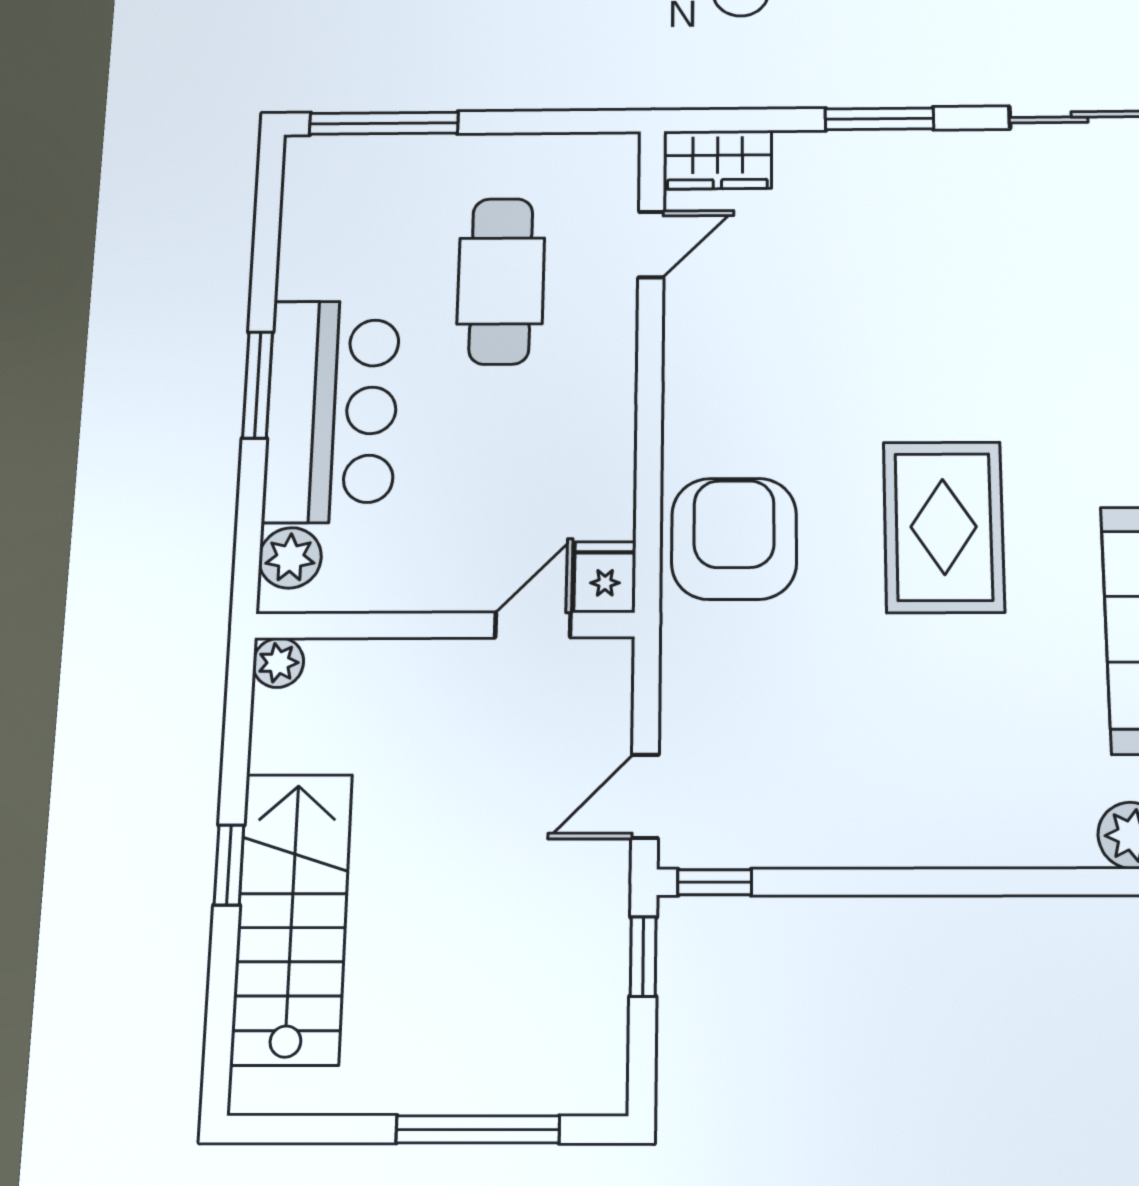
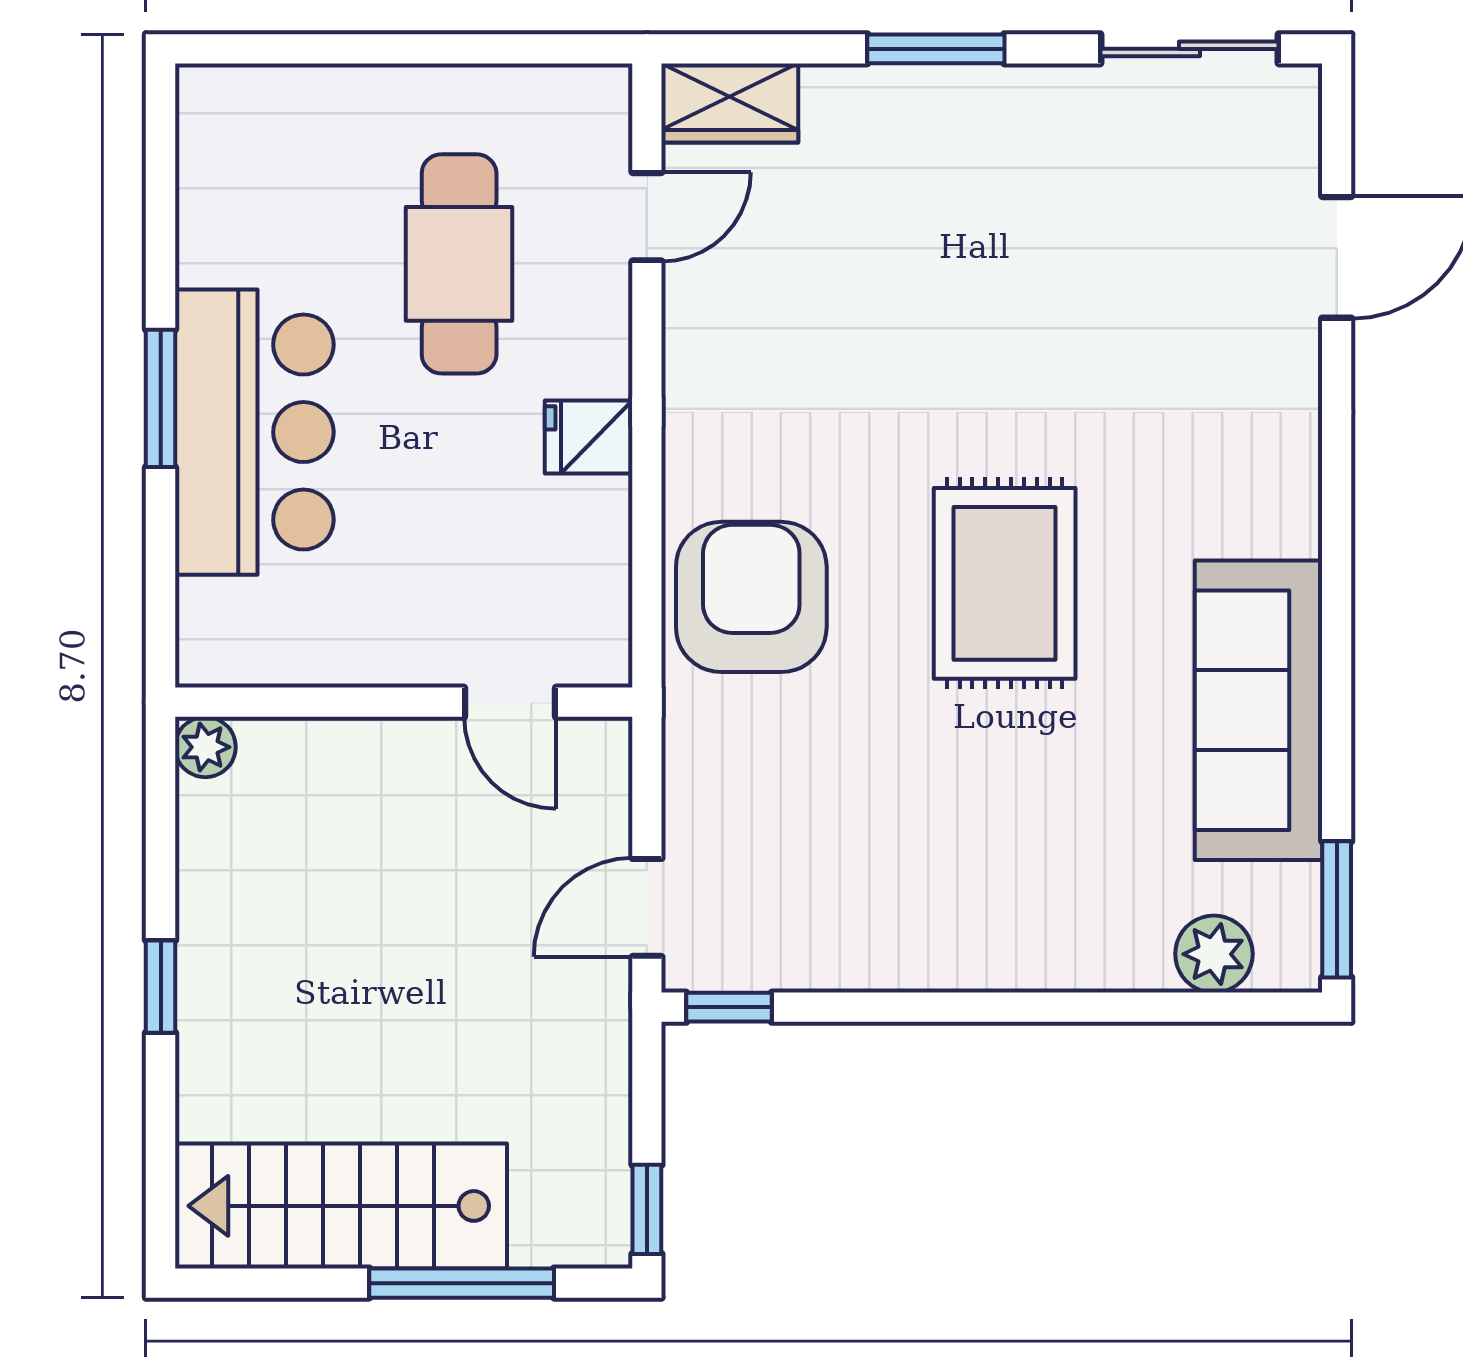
window: (384, 123) -> (303, 49), removed
plant: (290, 558) -> (213, 618), removed
fridge: (605, 577) -> (589, 437), moved, turned -90
door: (533, 625) -> (510, 702), swing flipped
stairs: (292, 918) -> (341, 1206), moved, turned -90
window: (643, 957) -> (647, 1209), moved

